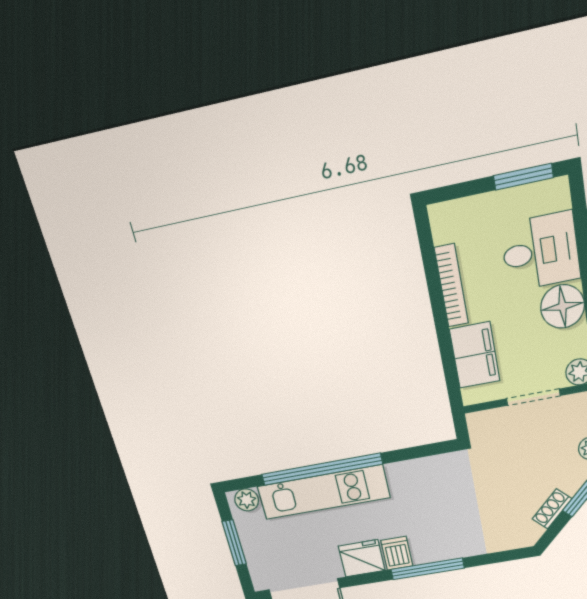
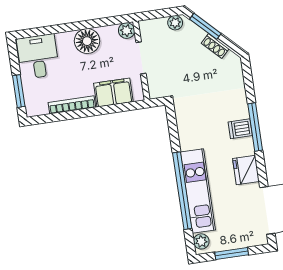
window: (523, 177) -> (19, 91), moved
desk: (540, 252) -> (38, 56), moved
dishwasher: (397, 553) -> (240, 129), moved

